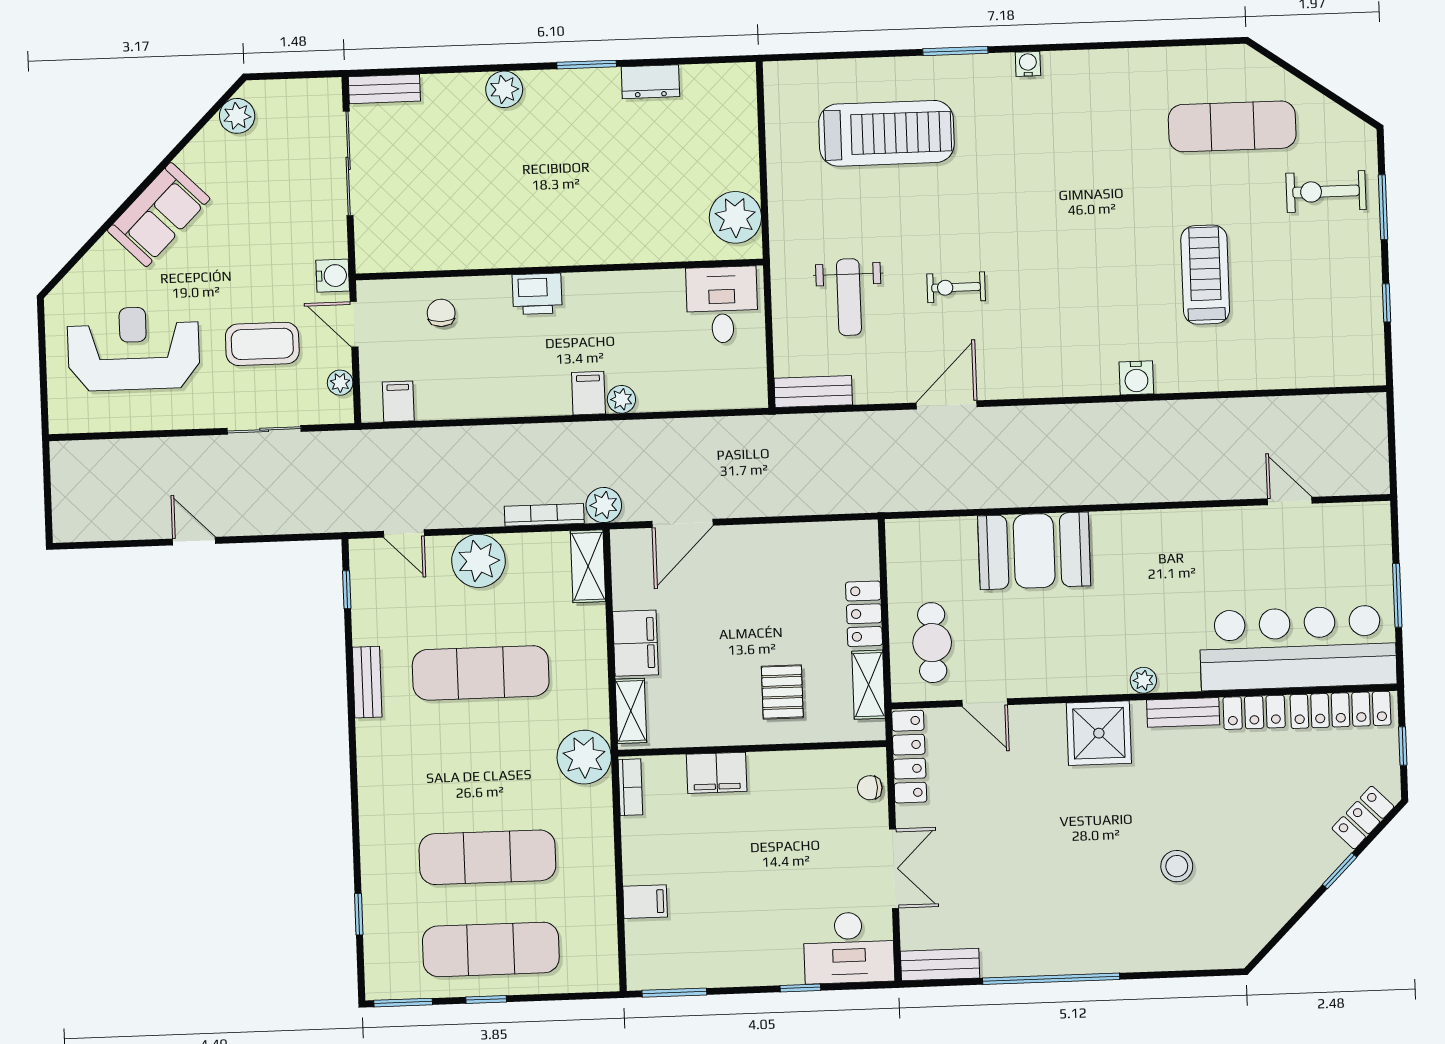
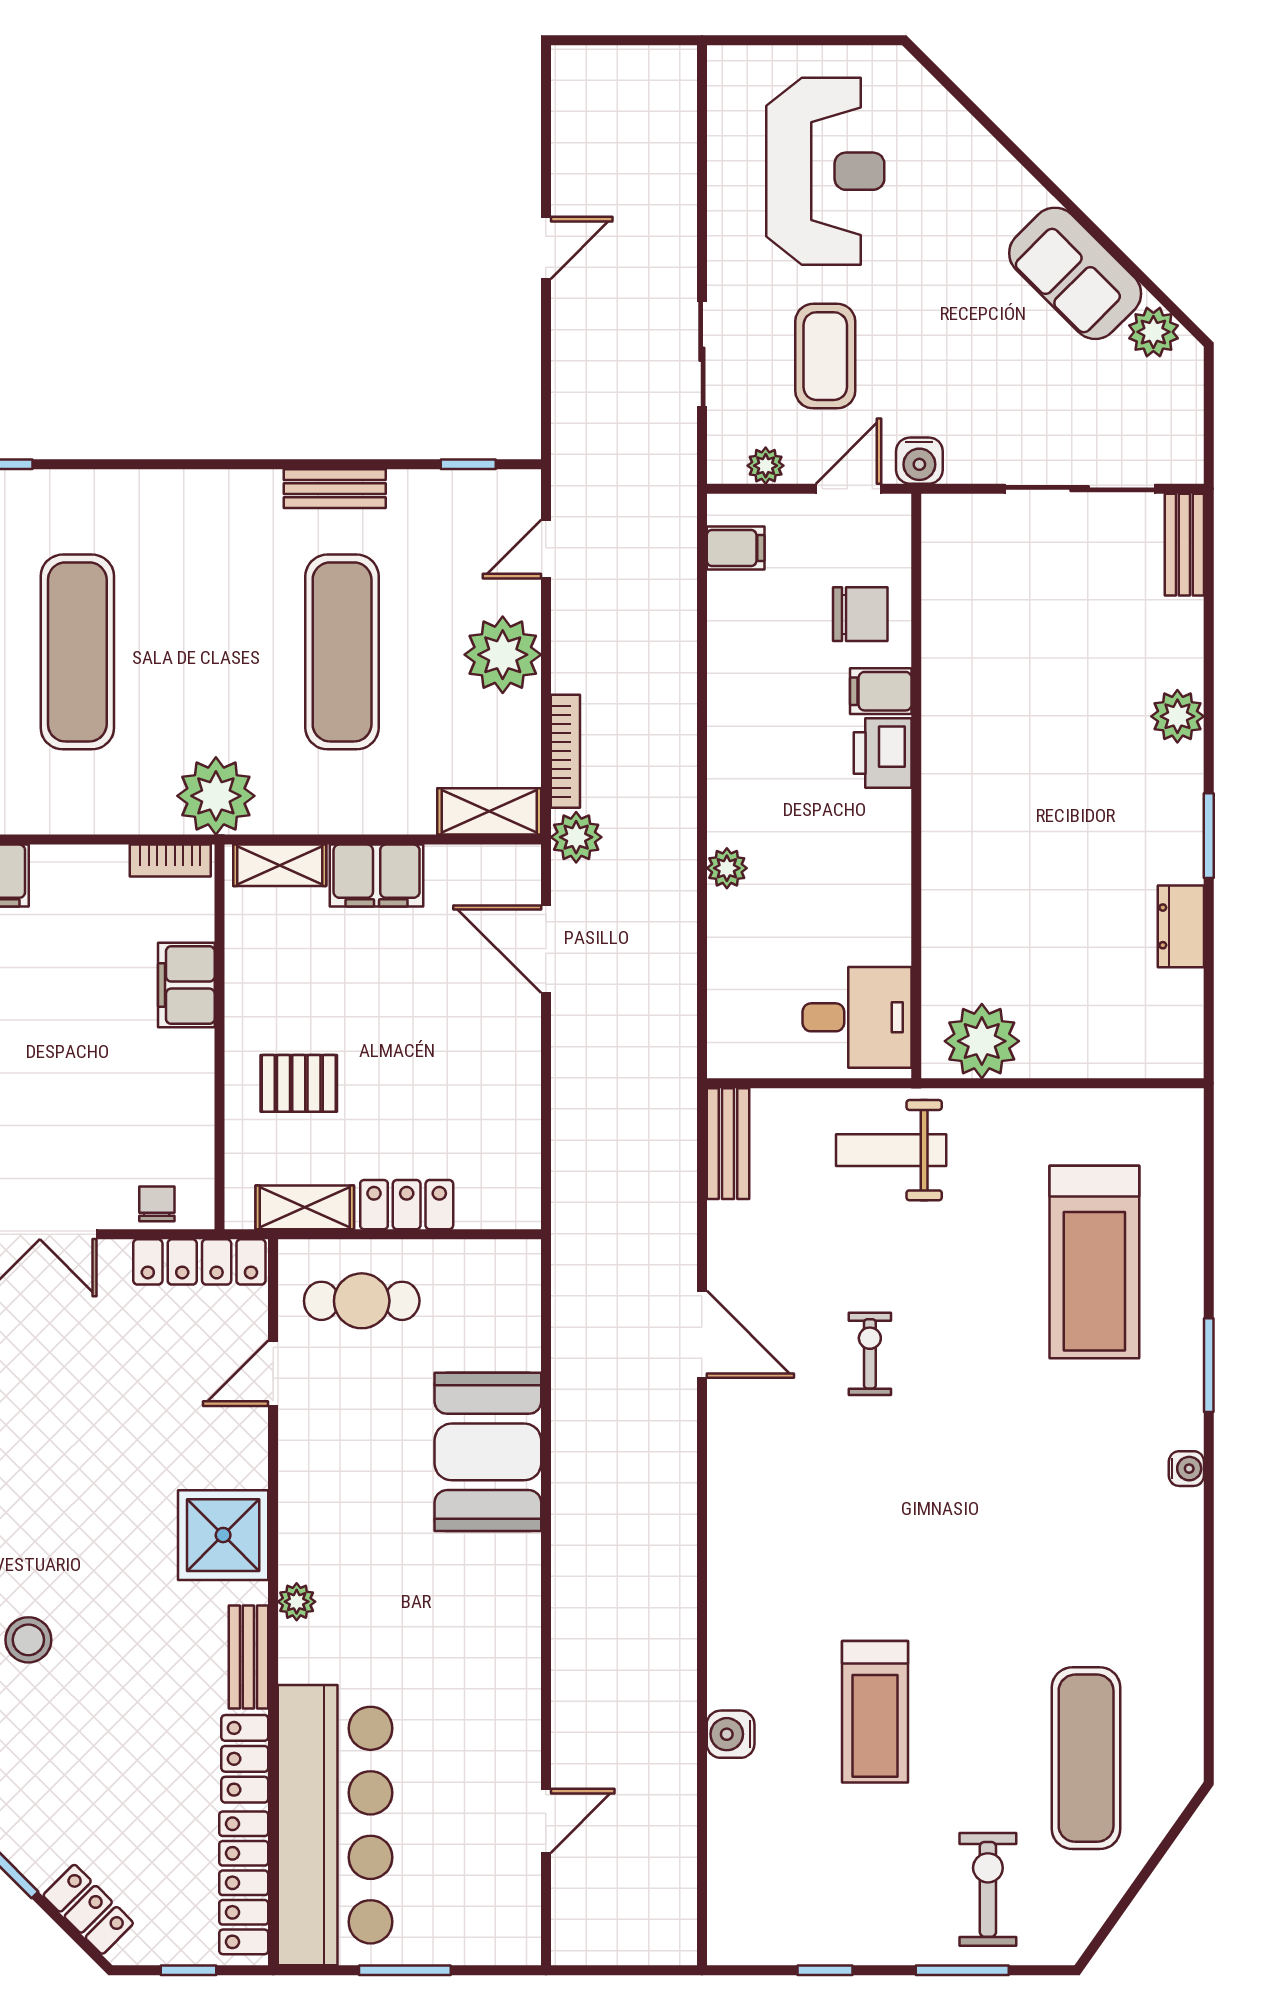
sofa: (159, 215) -> (1075, 273), moved
treadmill: (1205, 275) -> (875, 1712), turned 90
weight bench: (849, 297) -> (891, 1150), moved
chair: (441, 313) -> (860, 614), width x1.37, depth x1.37
water cooler: (1136, 378) -> (731, 1734), moved
filing cabinet: (588, 393) -> (881, 691), moved, turned 180

